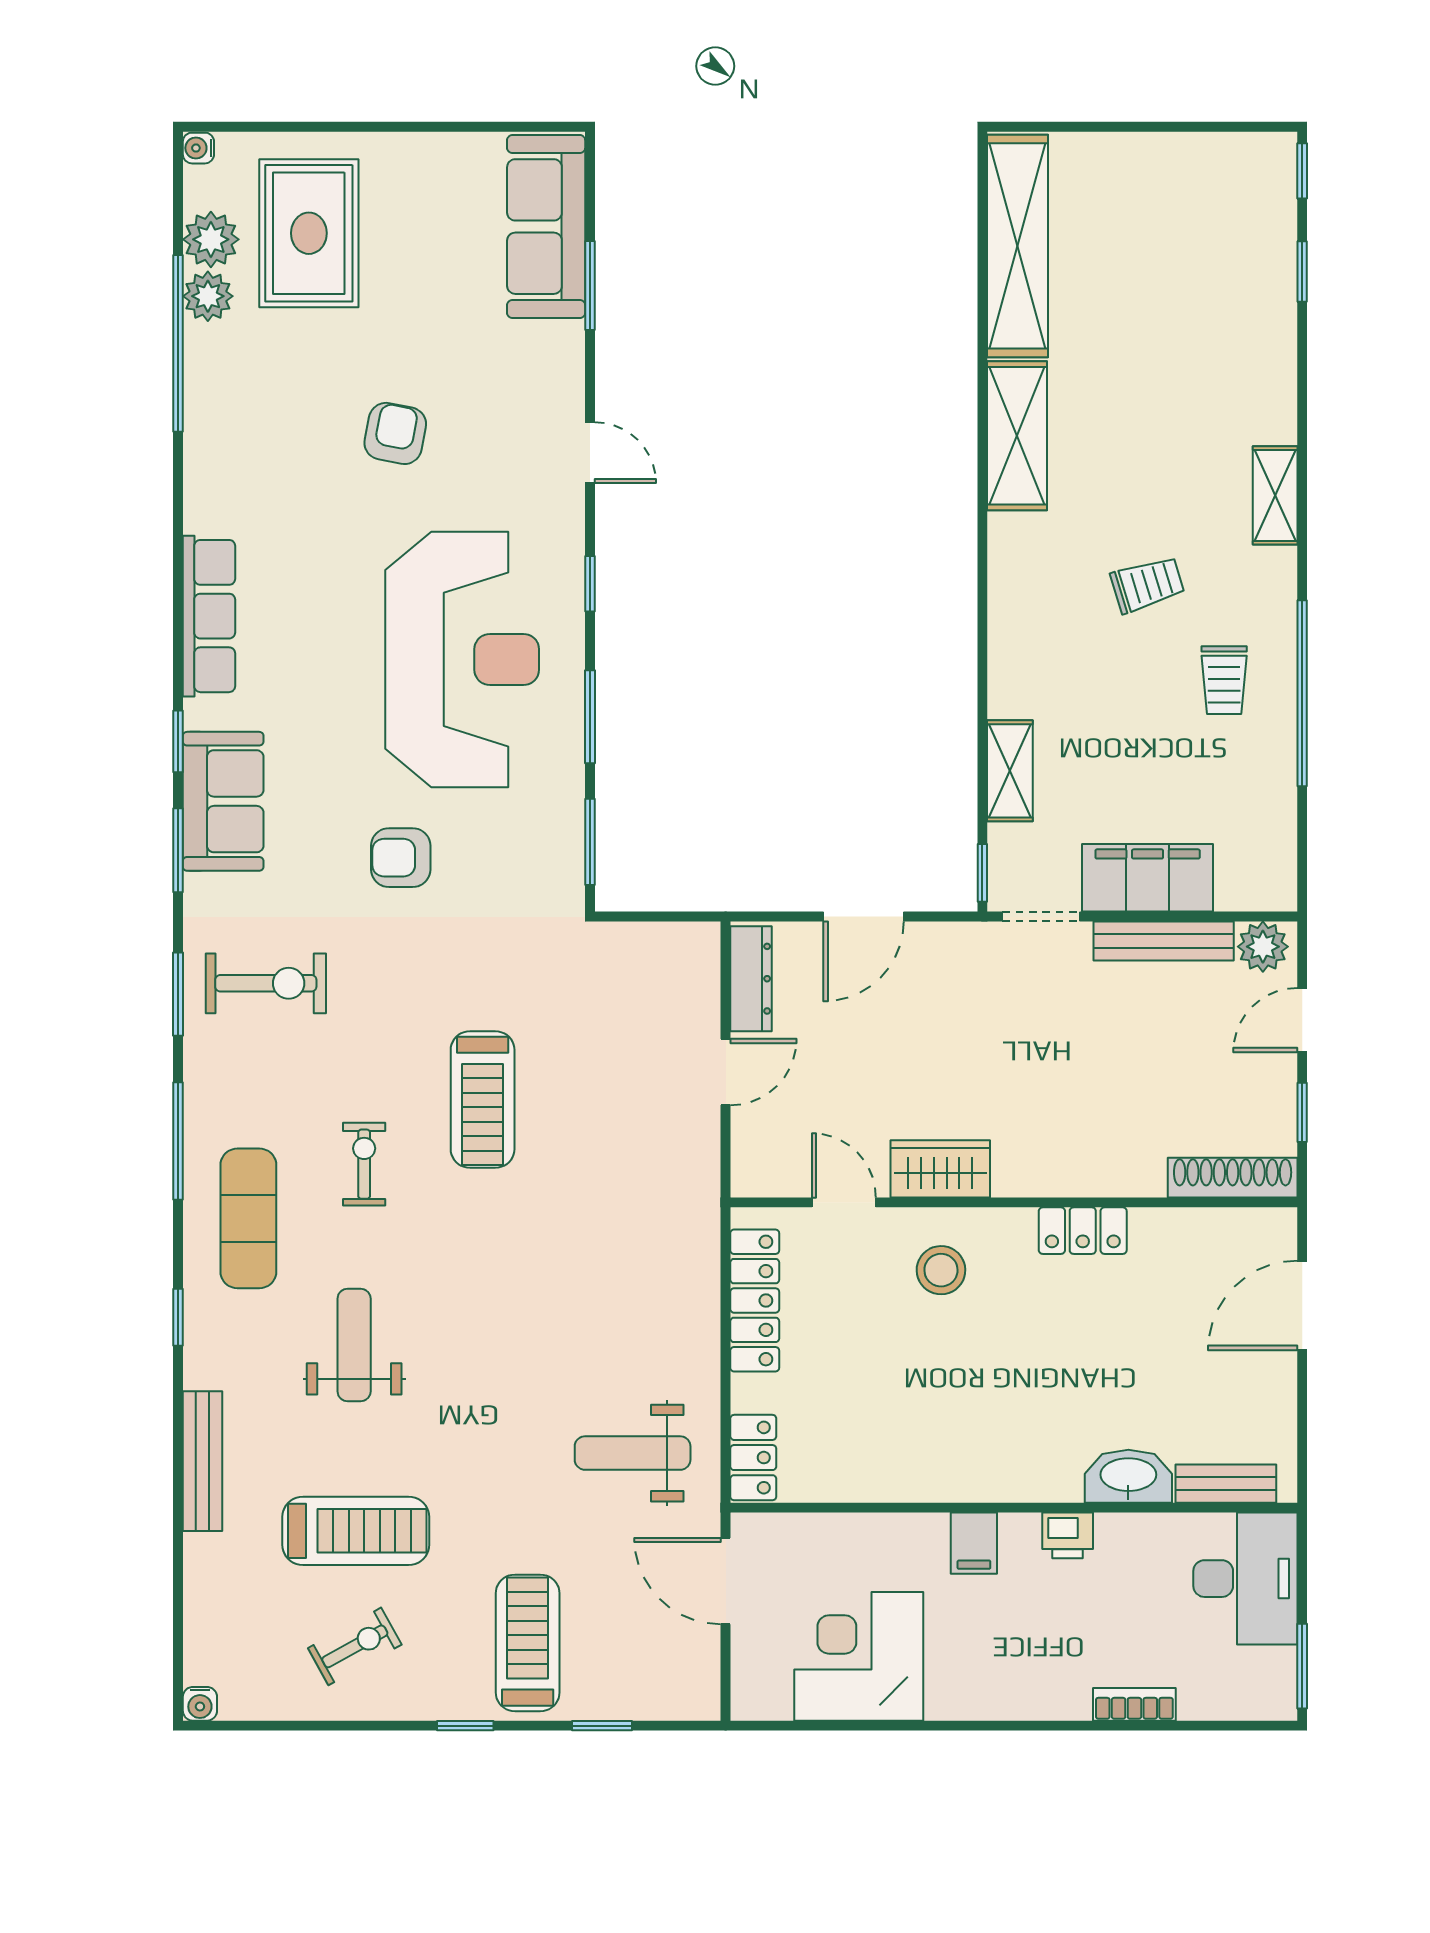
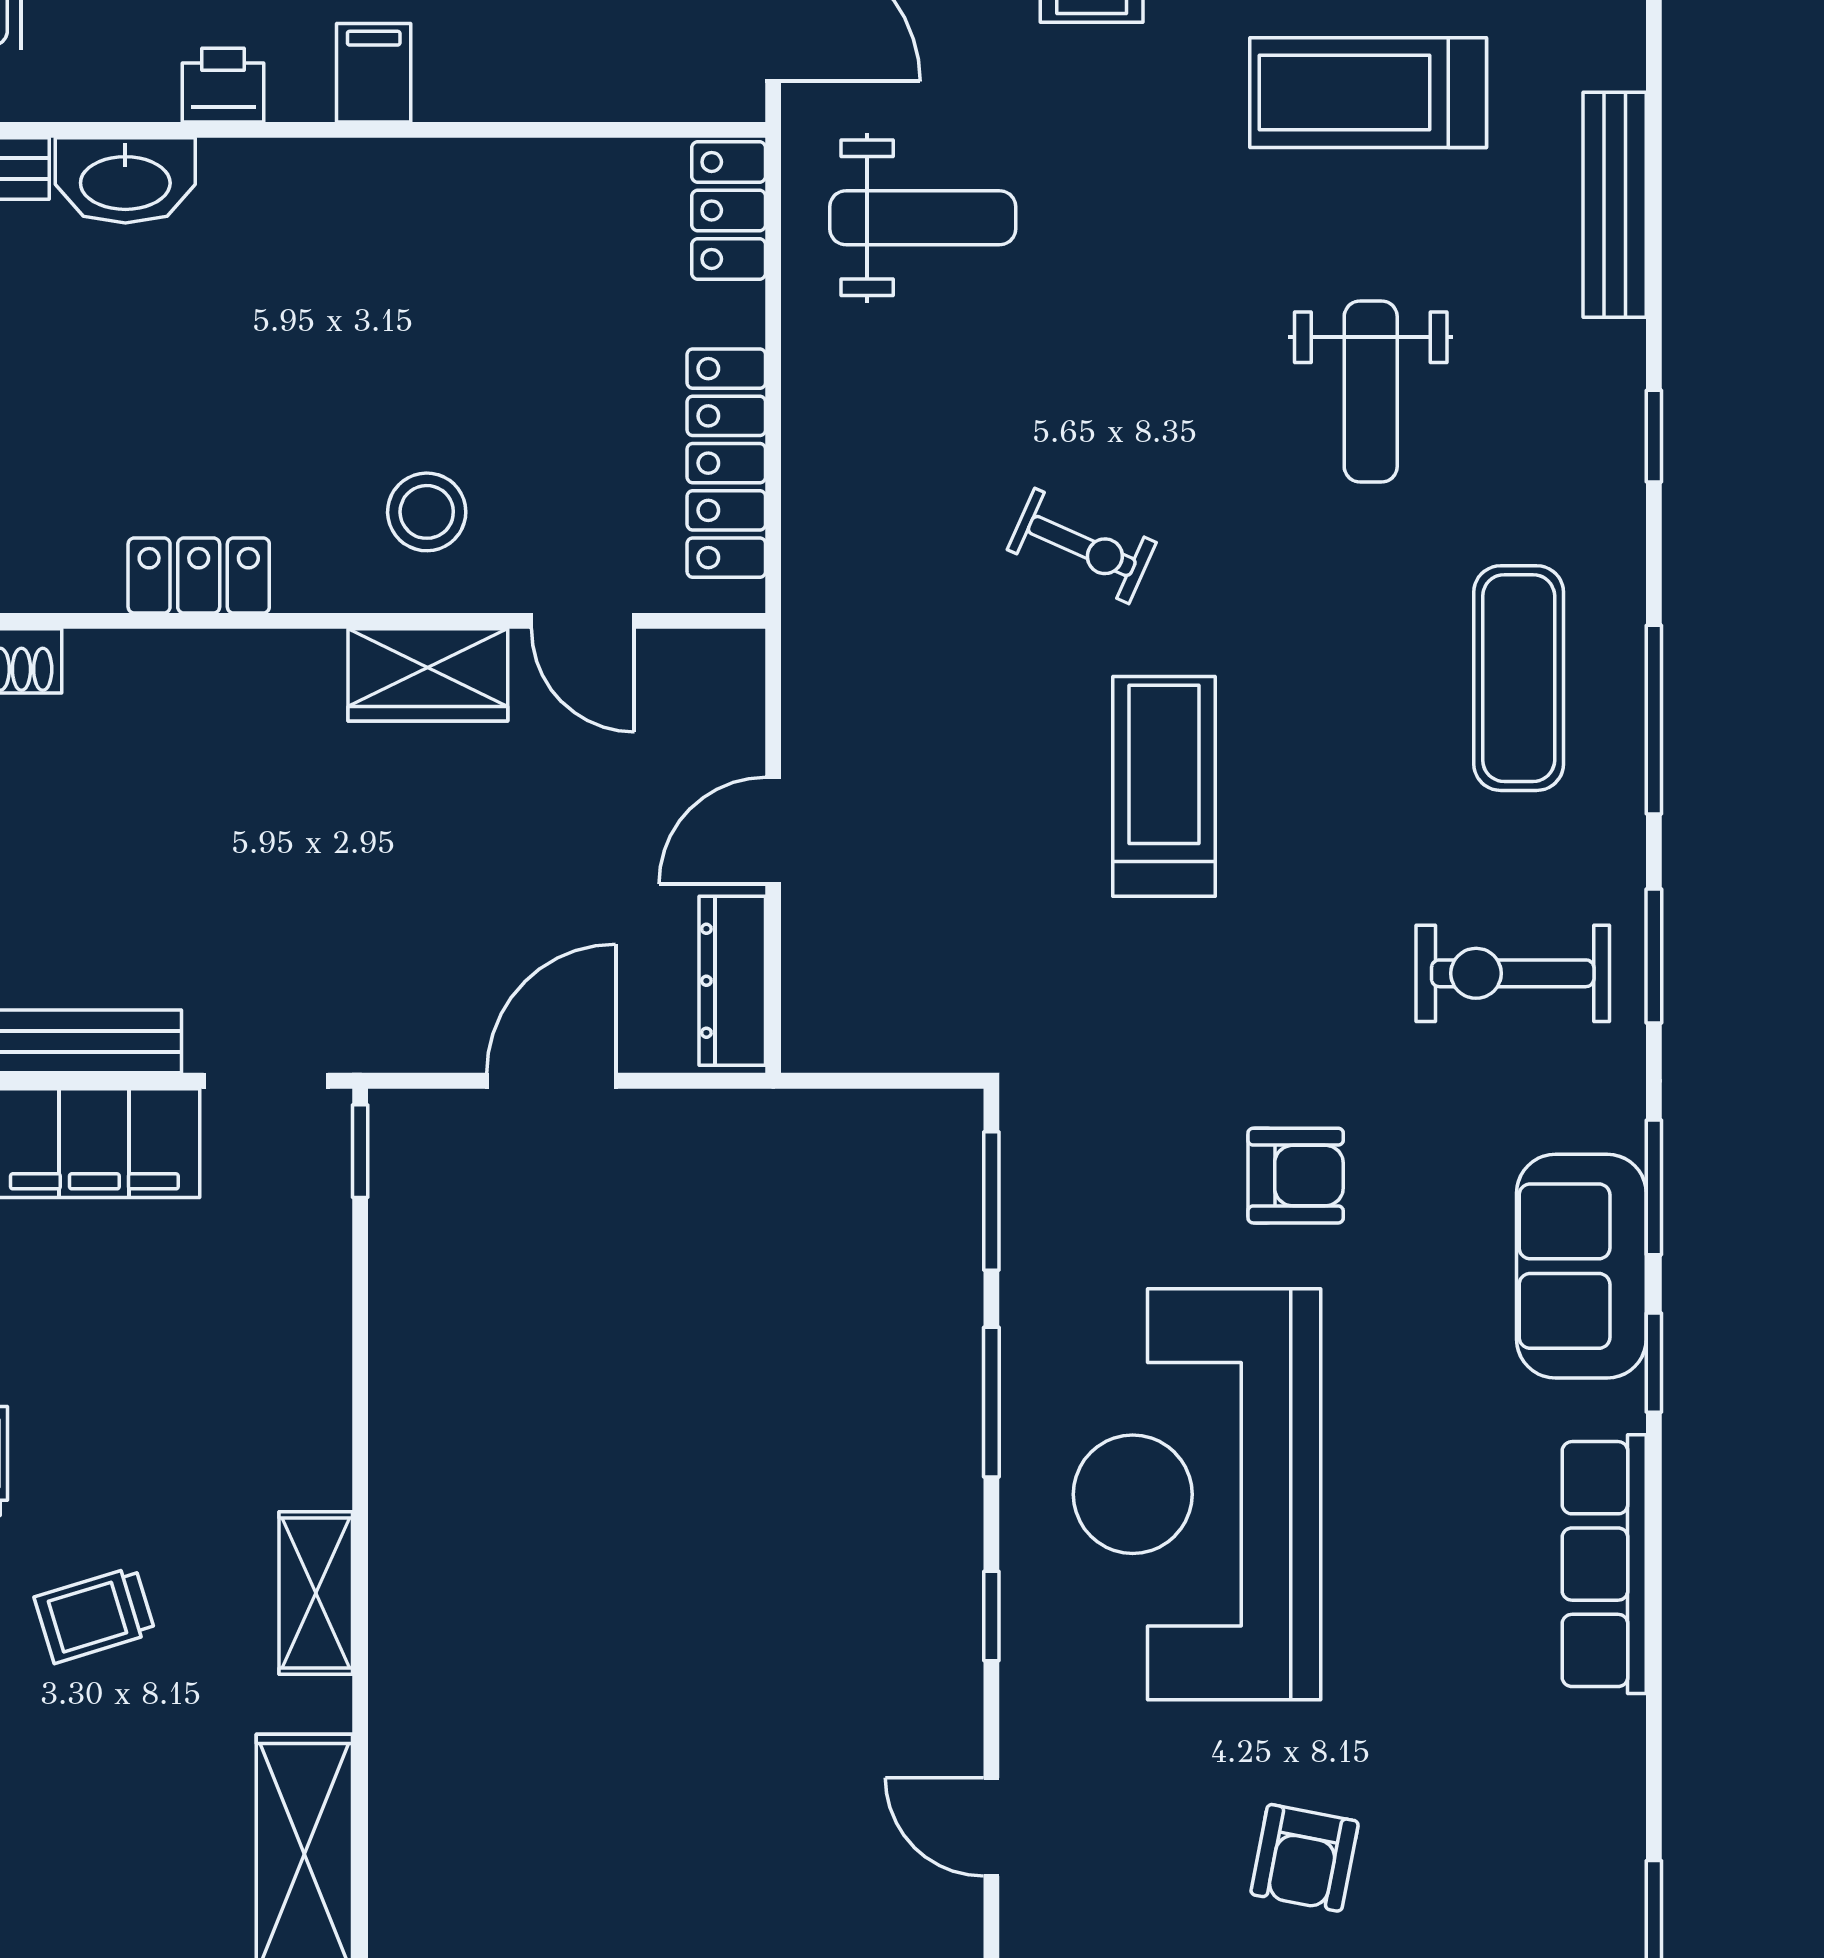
shelving: (1010, 771) -> (316, 1593), moved
exercise bike: (364, 1164) -> (1082, 546), moved, turned -66
exercise mat: (248, 1218) -> (1519, 678), moved

